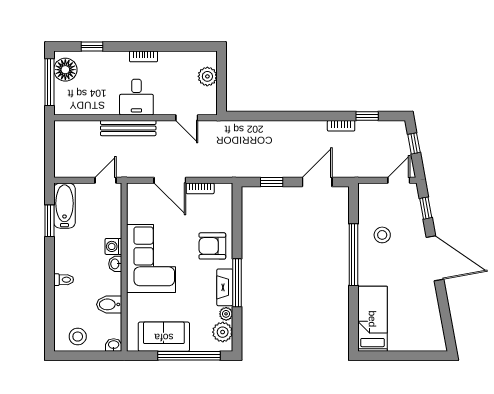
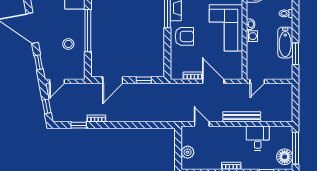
desk: (136, 97) -> (258, 138), moved
bathtub: (64, 206) -> (285, 43), moved

